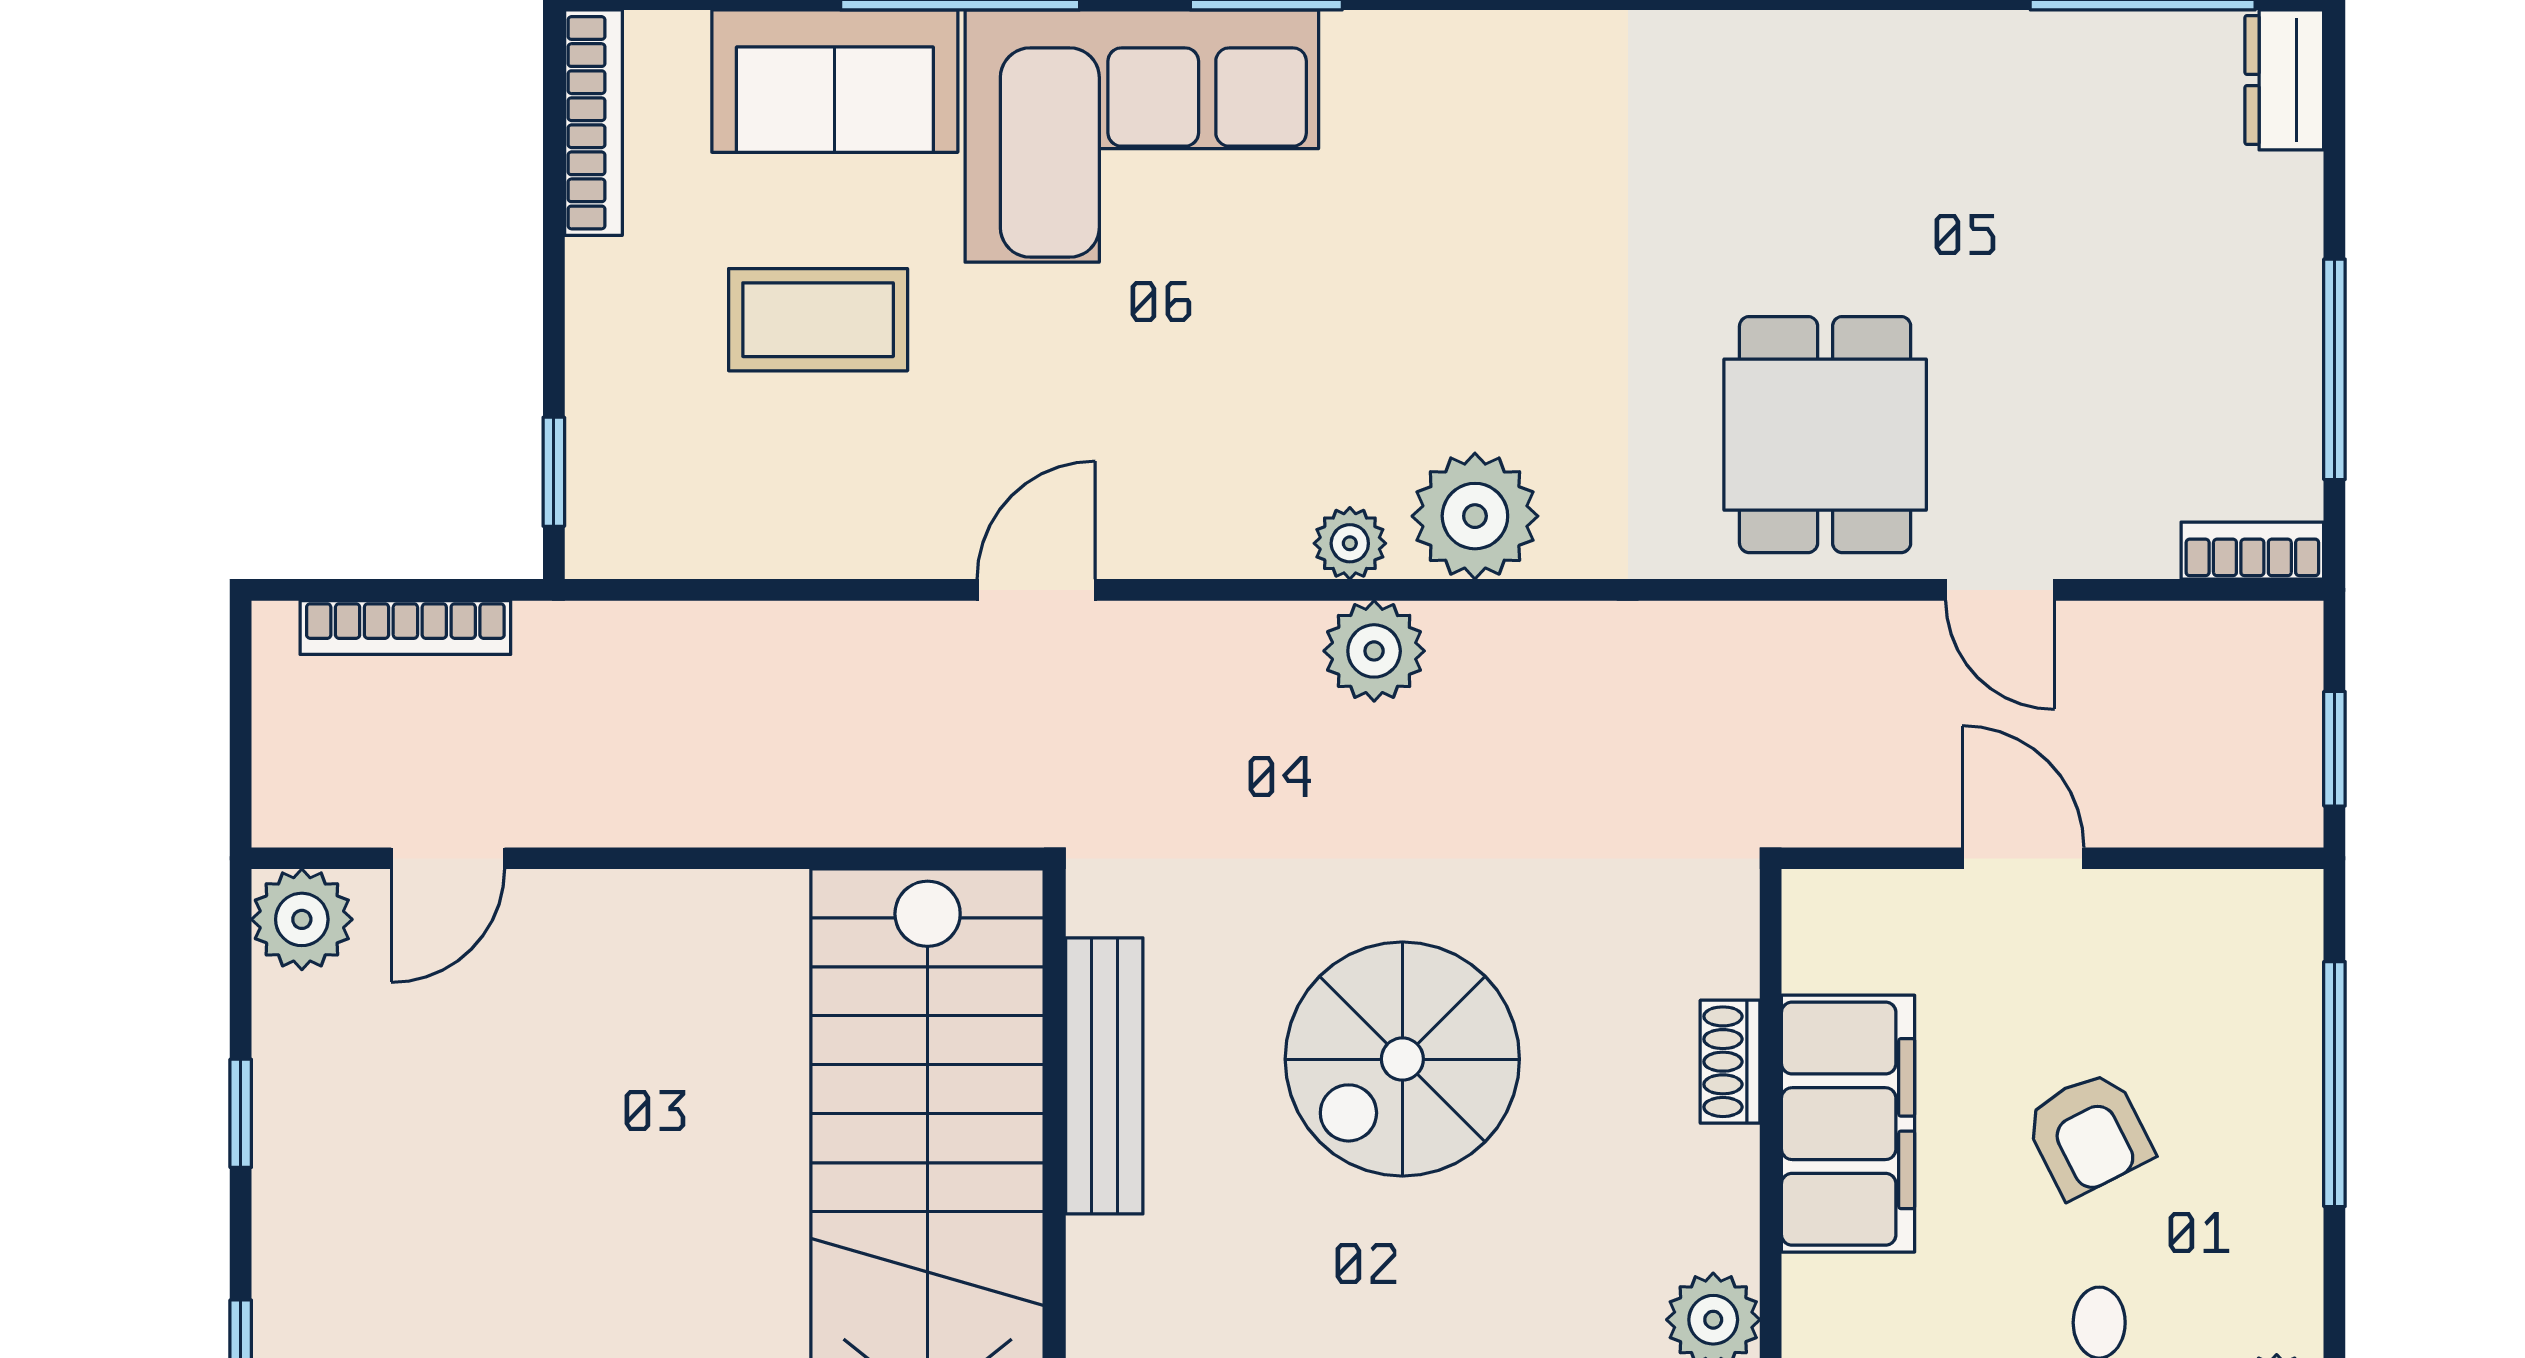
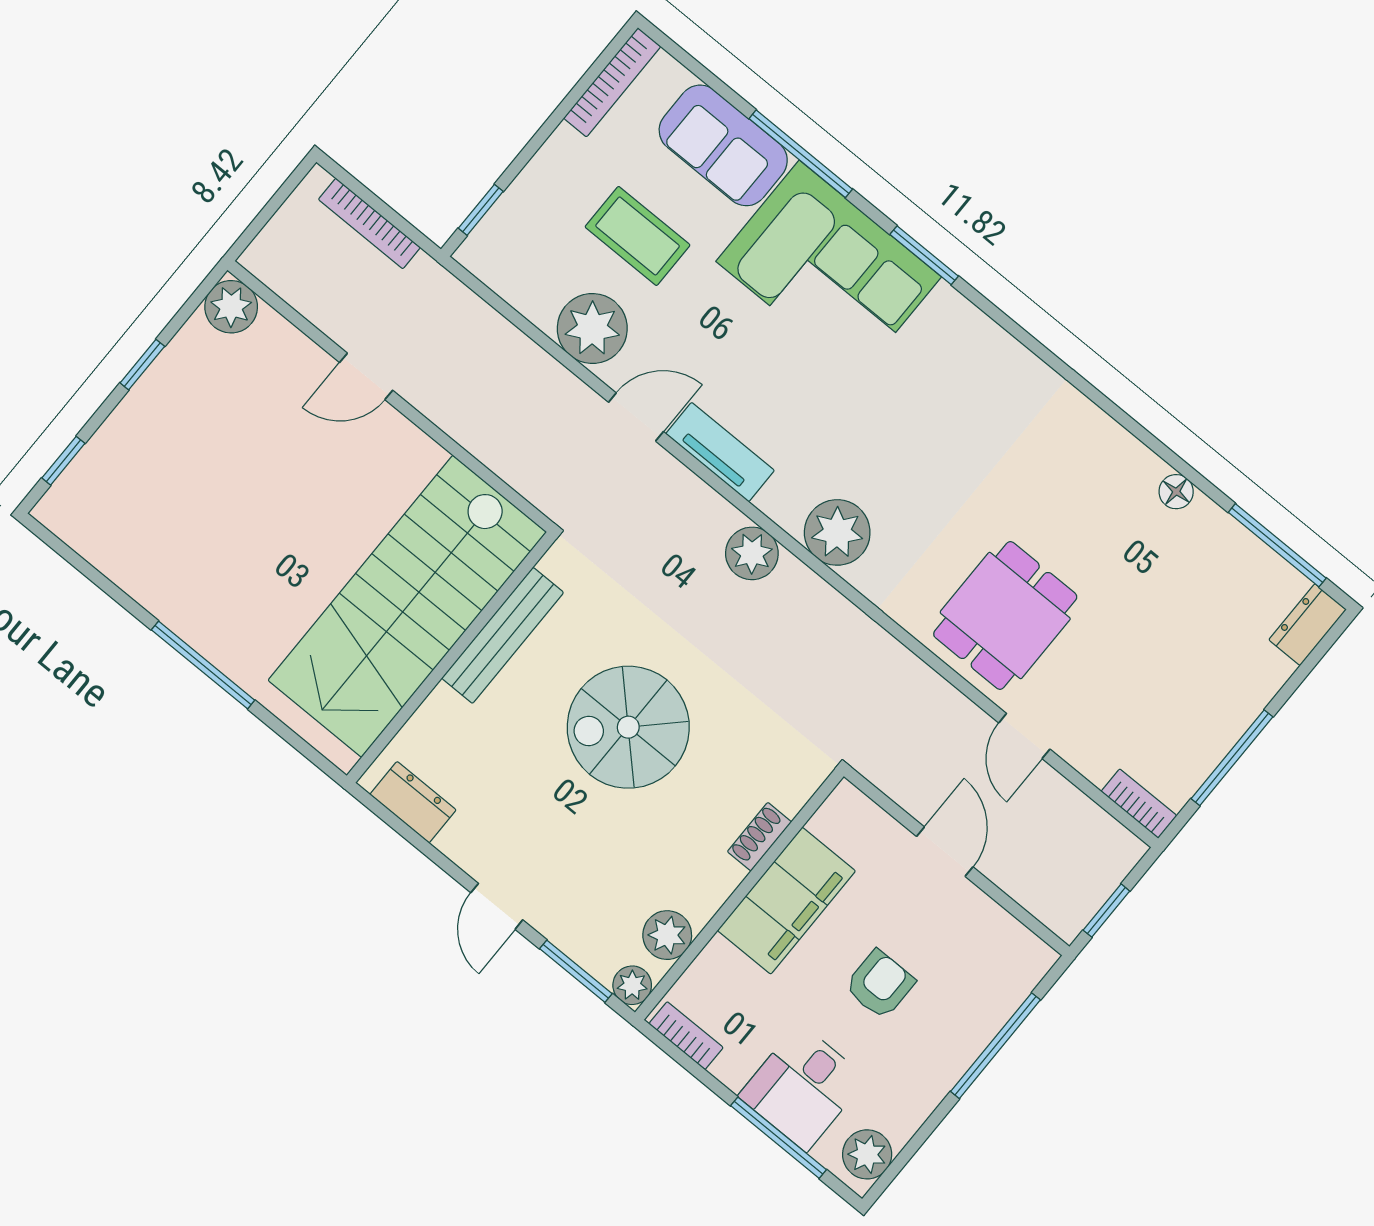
floor lamp: (1928, 43) -> (1176, 492), added
tv unit: (1204, 540) -> (720, 452), added
plant: (1350, 543) -> (592, 329), moved, width x1.87, depth x1.87
door: (448, 858) -> (366, 376), moved
armchair: (2088, 1134) -> (880, 984), turned -153

